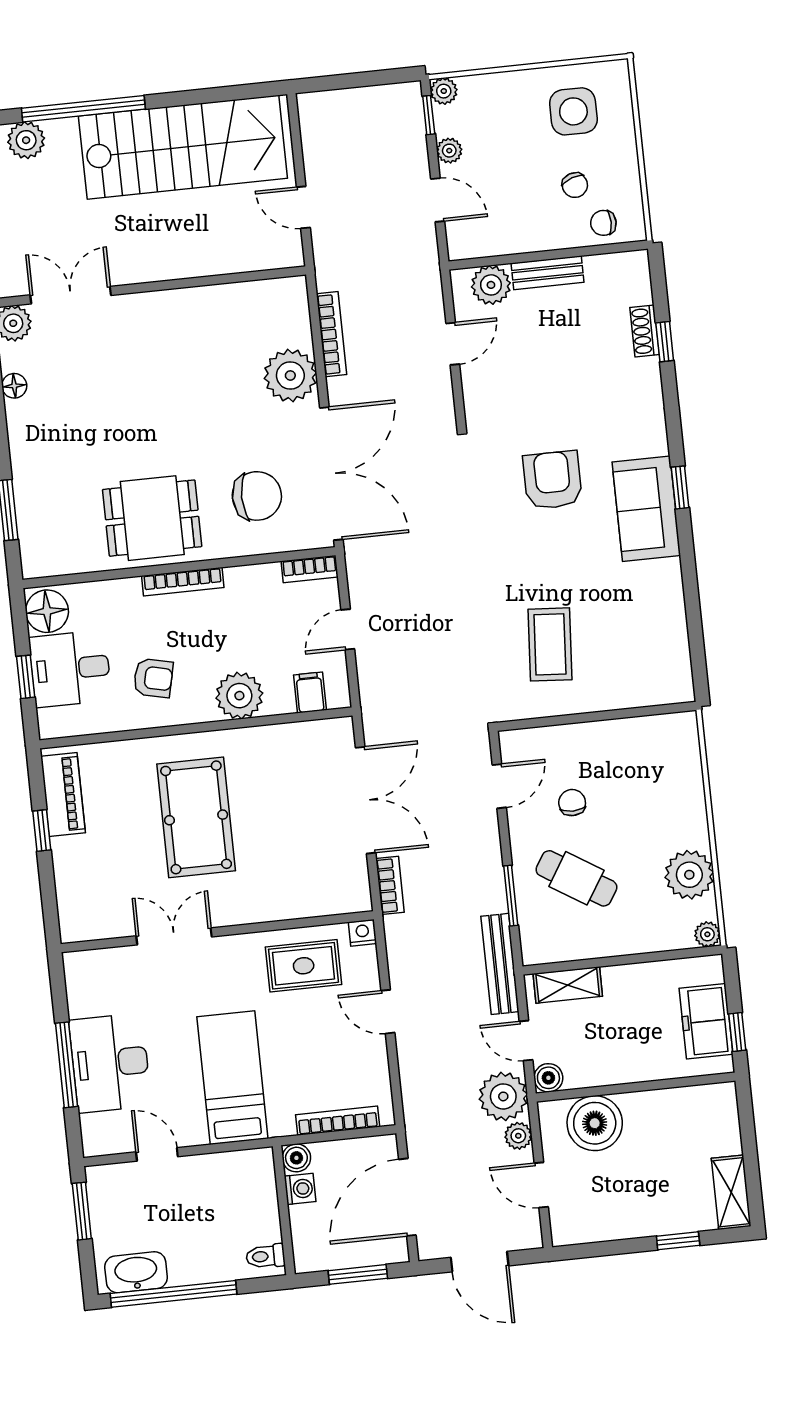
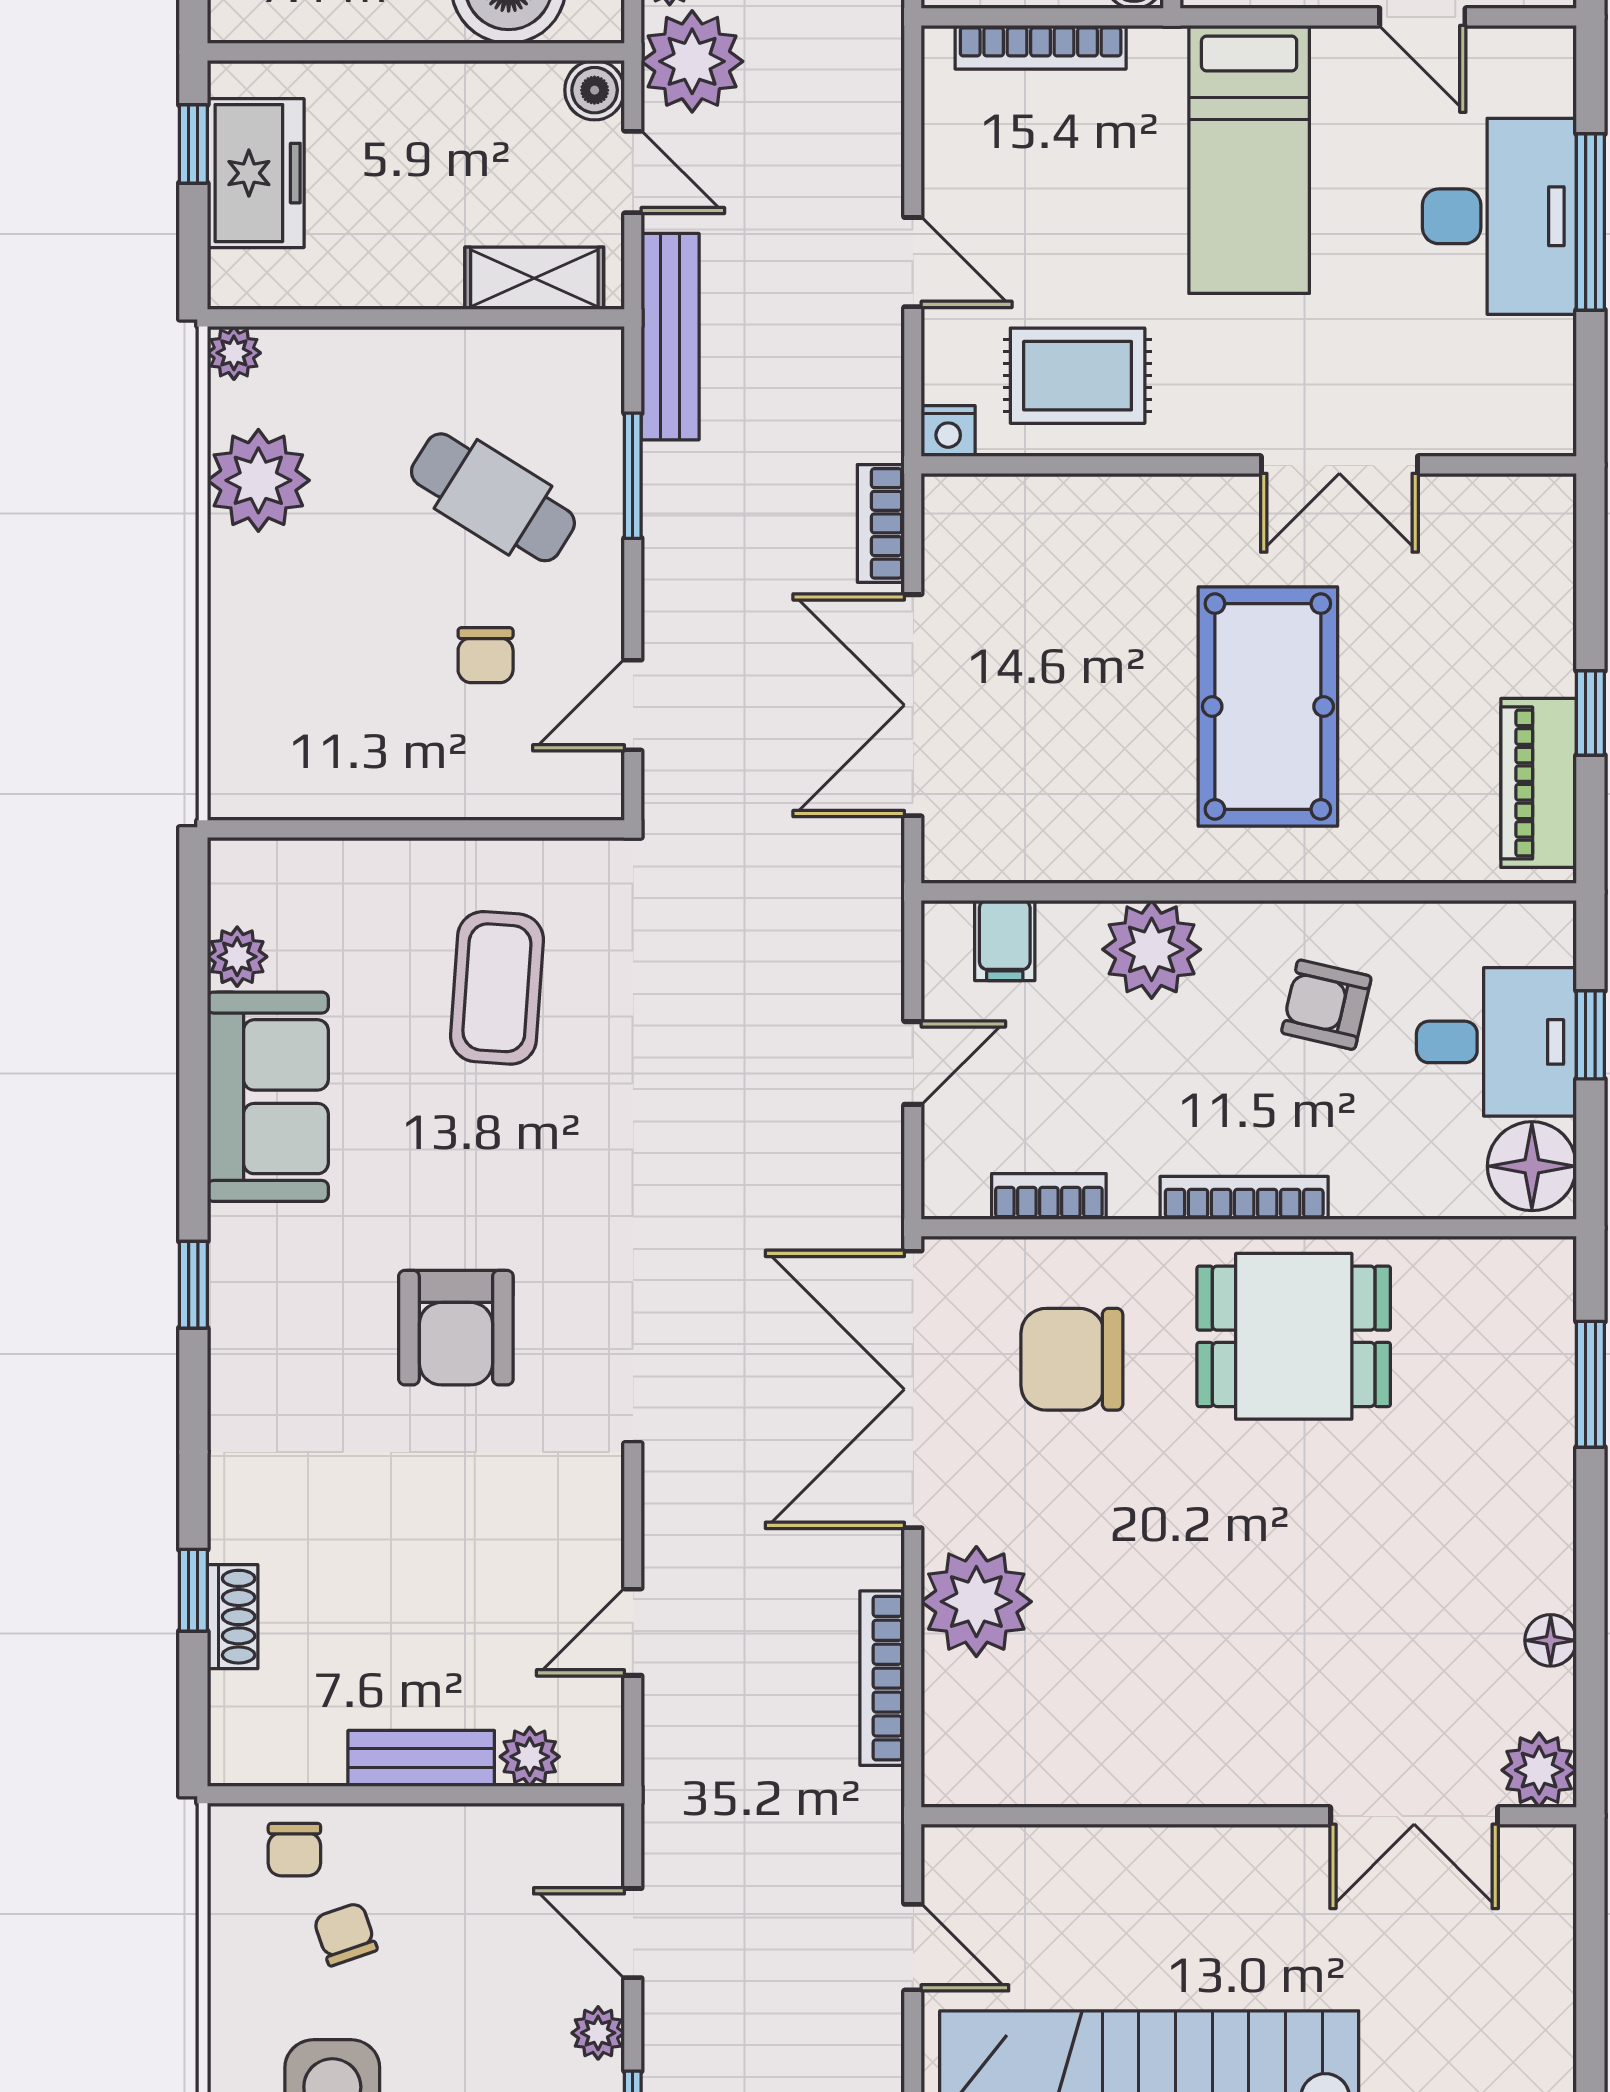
chair: (603, 223) -> (294, 1850), turned 90
plant: (491, 285) -> (530, 1757), width x0.73, depth x0.73
sofa: (646, 509) -> (268, 1097), moved
bookcase: (310, 569) -> (1049, 1197), moved
plant: (676, 646) -> (237, 957), added

